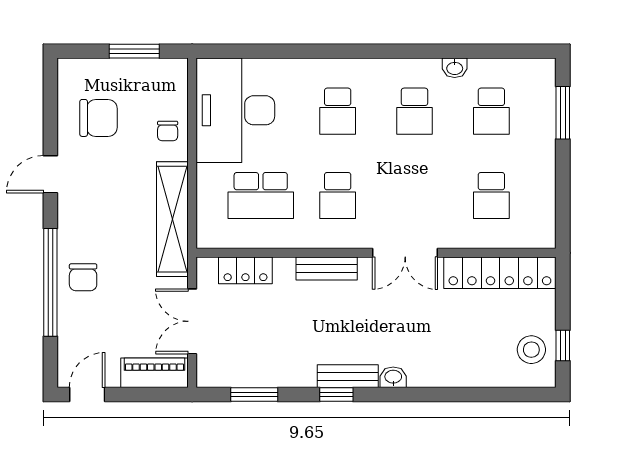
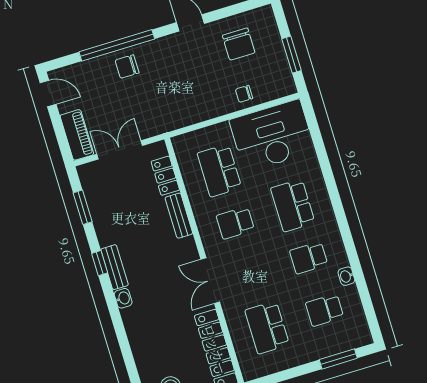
school desk: (338, 111) -> (293, 205), width x1.85
school desk: (491, 196) -> (267, 328), width x1.85
shelving: (172, 219) -> (185, 115), removed
bench: (327, 269) -> (179, 216), moved

